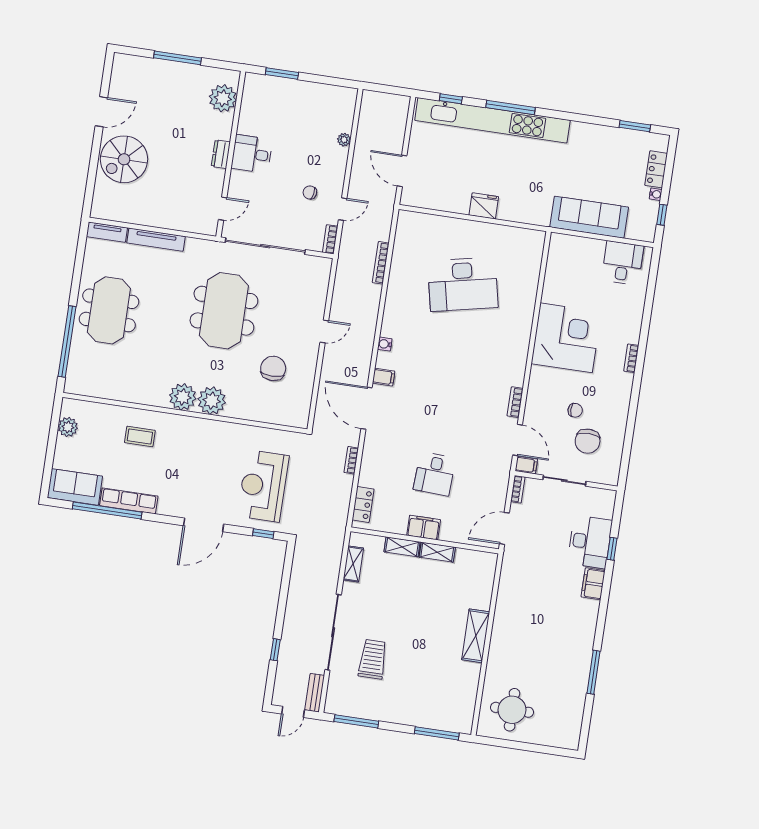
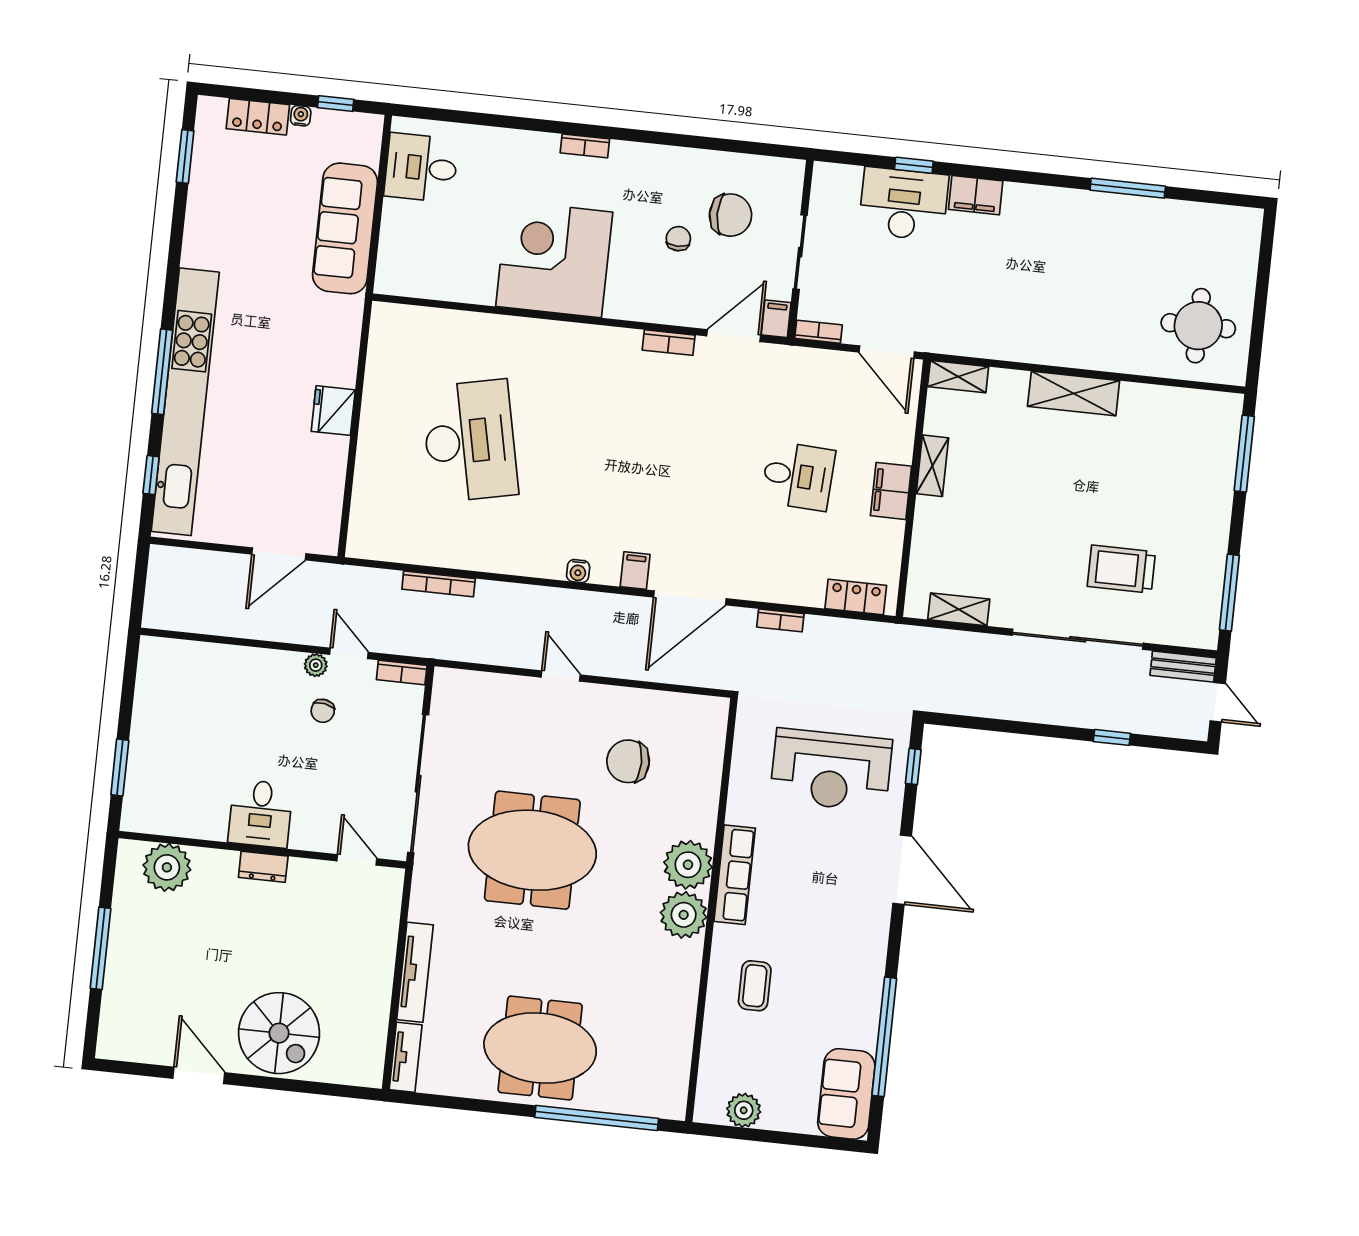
plant: (344, 140) -> (316, 665), moved
row of seats: (129, 501) -> (735, 875), moved, turned 180
shelving: (402, 547) -> (958, 377), moved, turned 90

